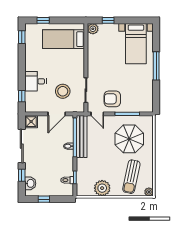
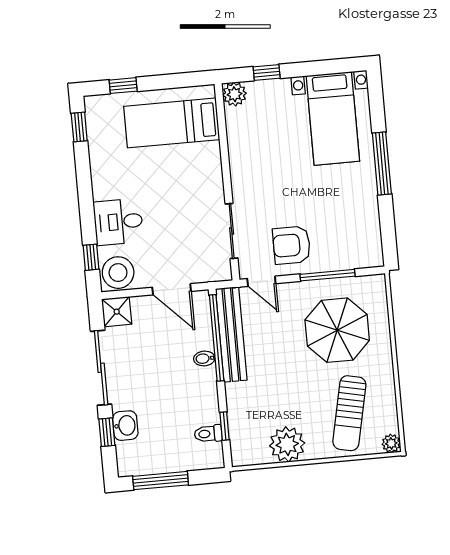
stool: (63, 91) -> (118, 273), moved
door: (57, 114) -> (172, 289), hinge flipped
washbasin: (30, 183) -> (125, 426), moved
window: (44, 199) -> (161, 481), width x2.17

